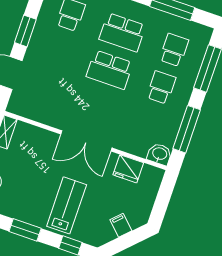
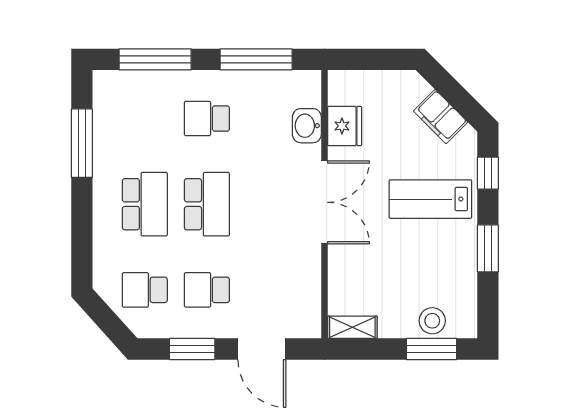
school desk: (174, 50) -> (207, 290), moved
washbasin: (160, 154) -> (307, 126), moved
filing cabinet: (121, 225) -> (441, 117), width x2.00

